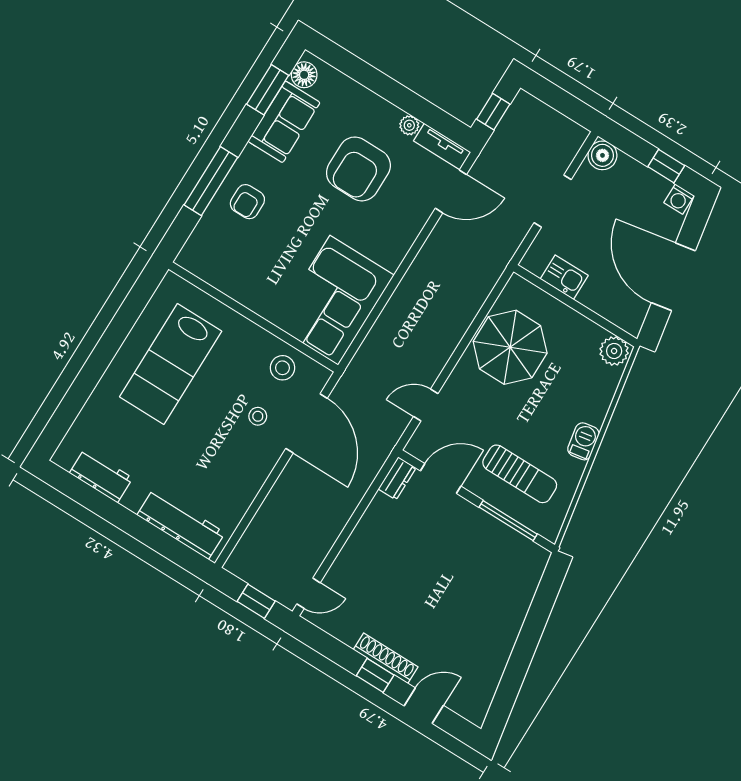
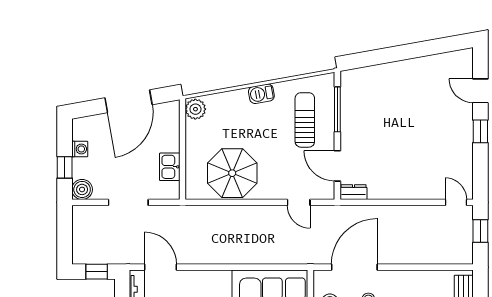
window: (666, 166) -> (65, 167), moved
washing machine: (679, 199) -> (80, 149), moved
shoe rack: (386, 658) -> (466, 132), removed

